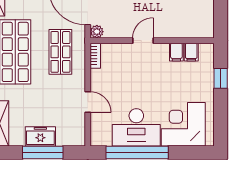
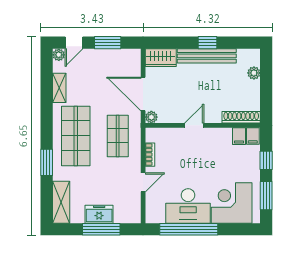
shoe rack: (194, 32) -> (241, 117), added
filing cabinet: (176, 52) -> (253, 136), moved
bookcase: (95, 56) -> (150, 155), moved
door: (88, 102) -> (143, 182), hinge flipped
window: (221, 116) -> (266, 196), added

